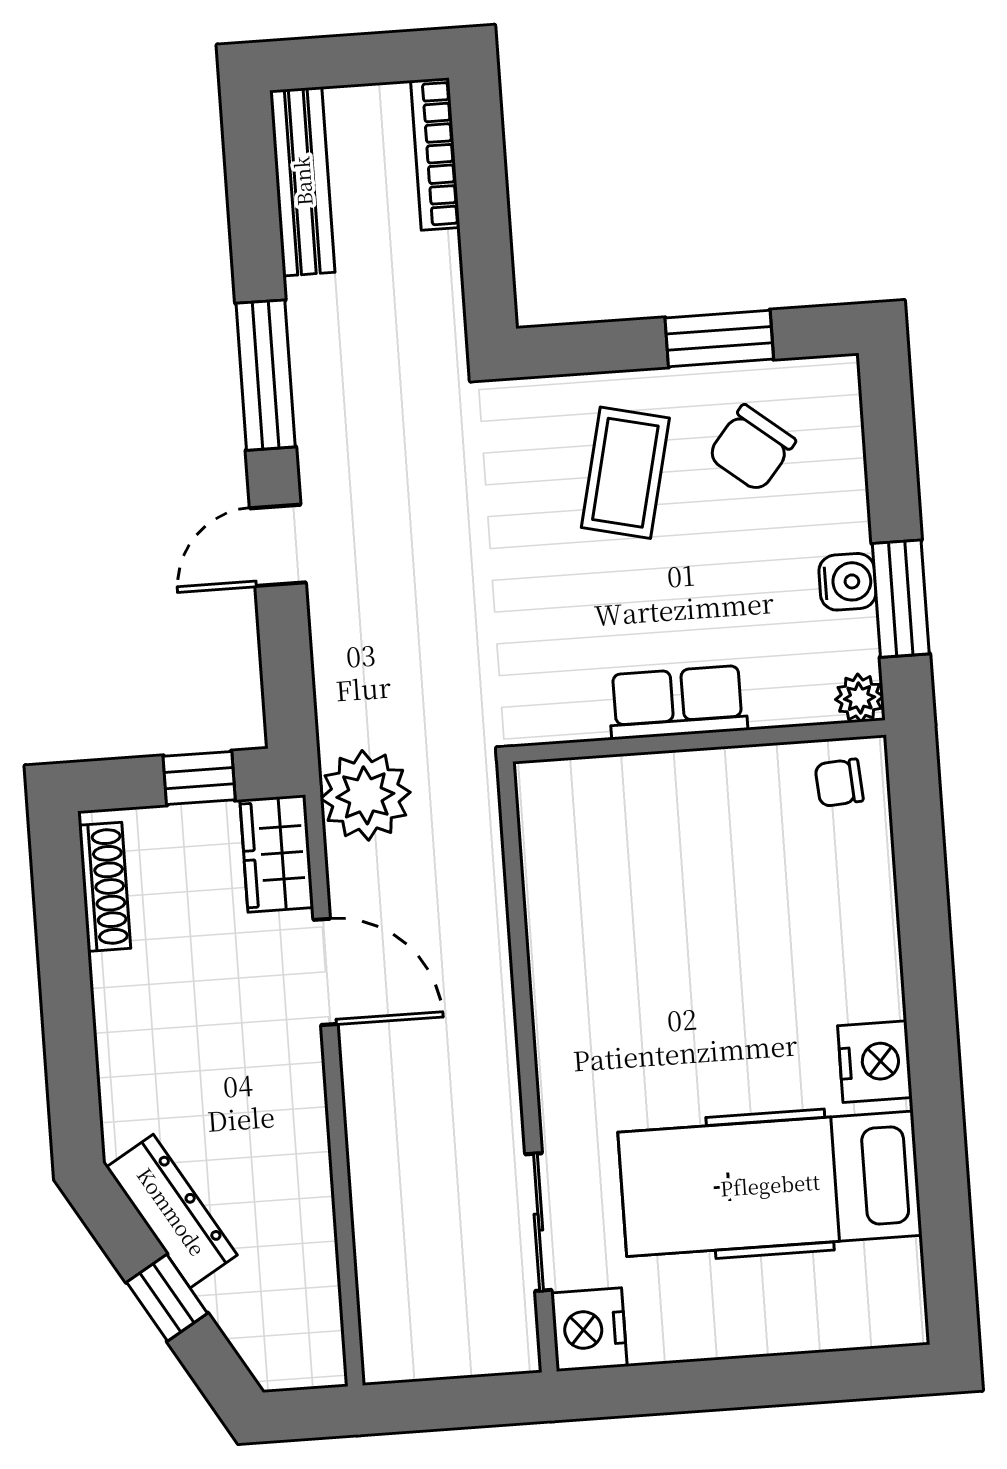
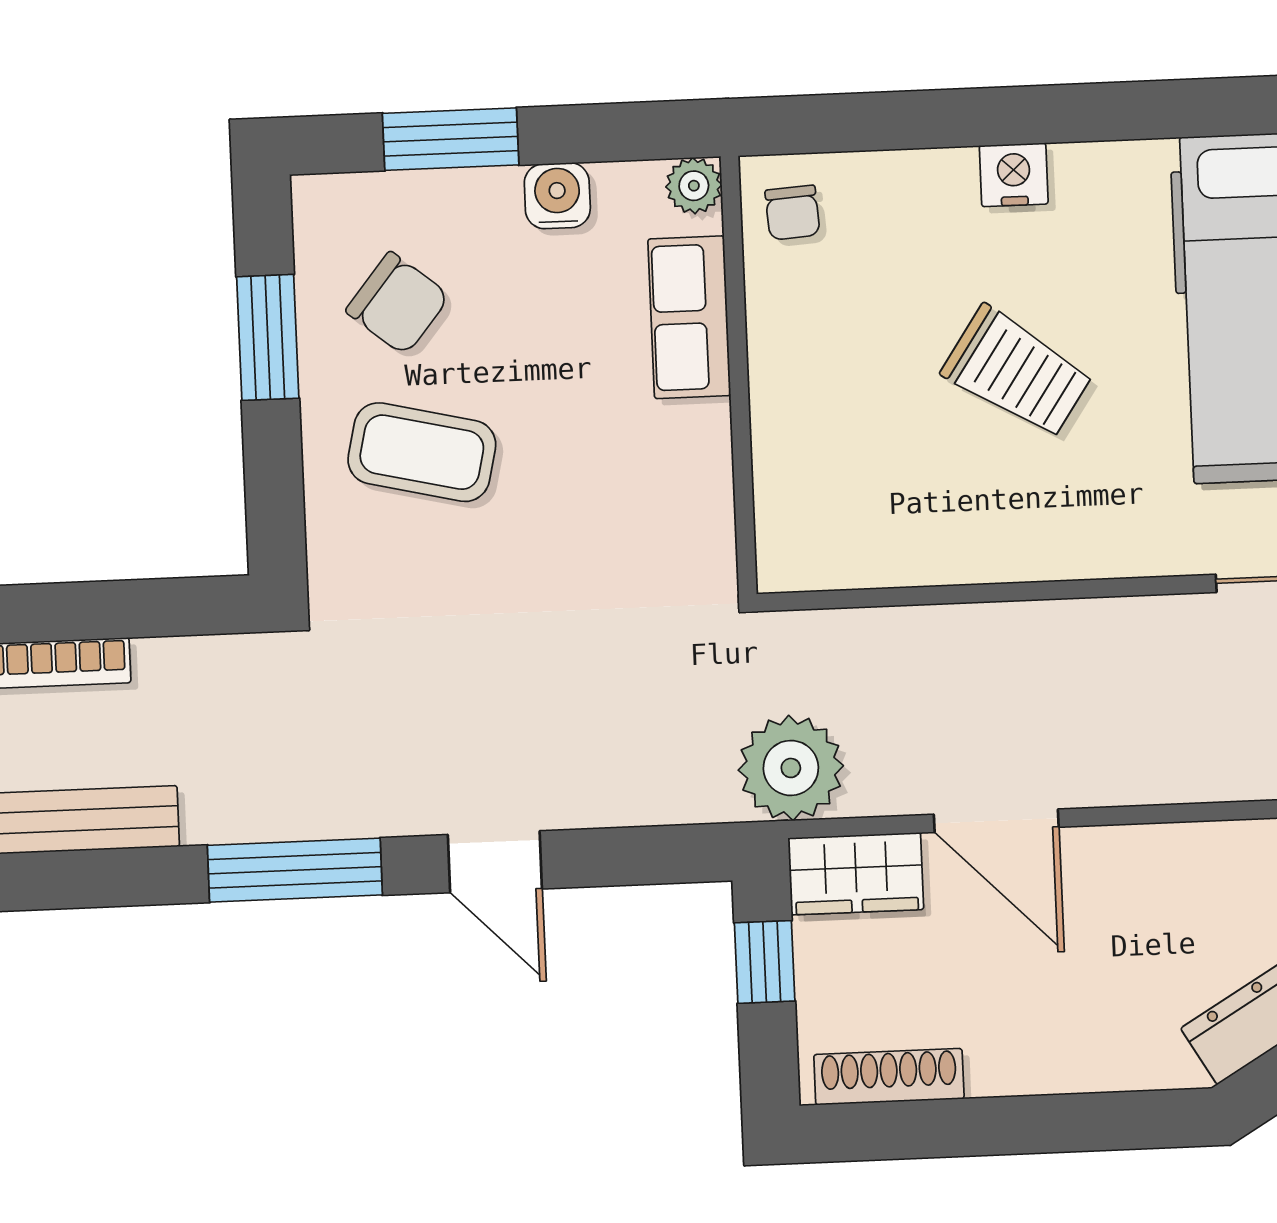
window: (901, 599) -> (451, 139), moved
row of seats: (678, 702) -> (689, 317), moved
door: (326, 972) -> (996, 821), swing flipped
trolley: (709, 978) -> (1017, 372), added
nightstand: (875, 1062) -> (1014, 175), moved, width x0.74, depth x0.75

